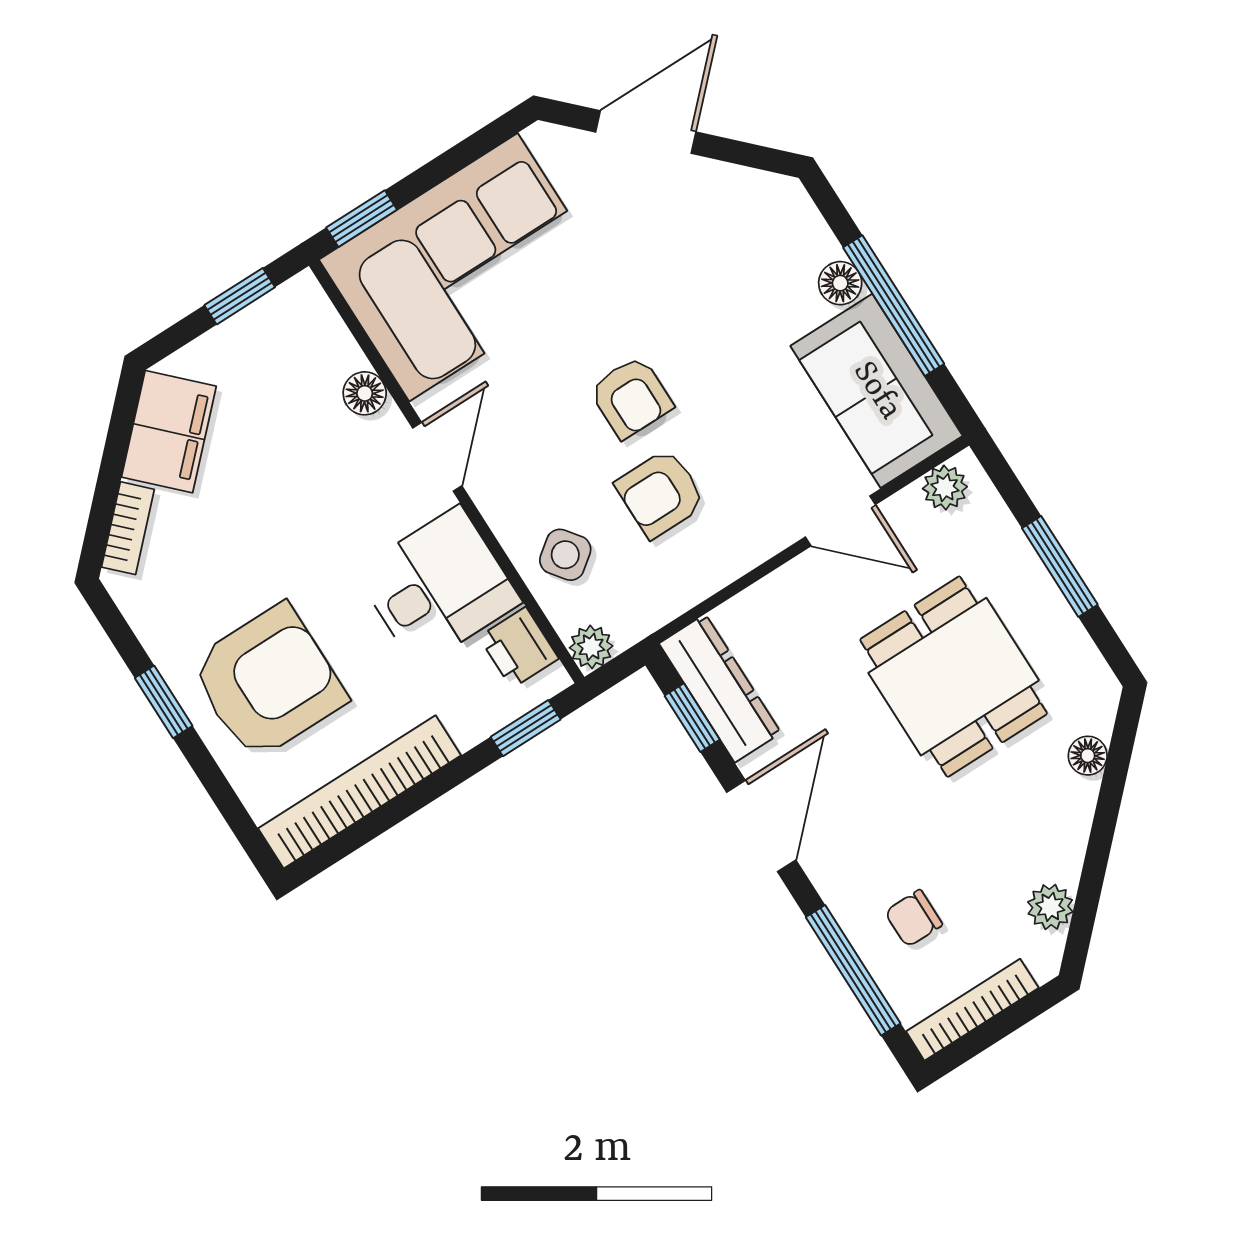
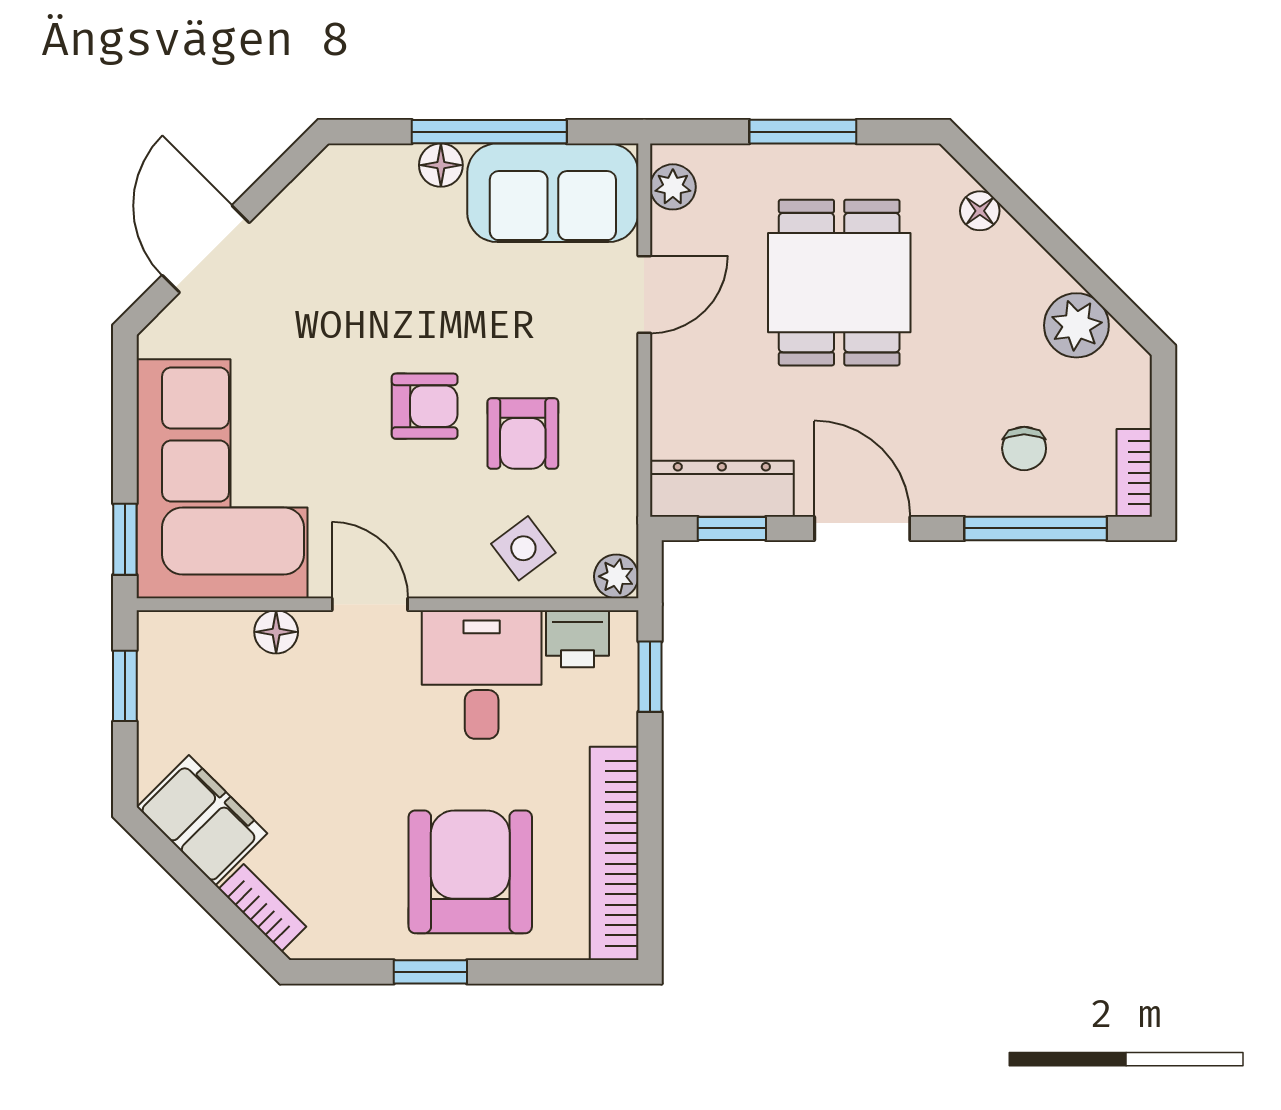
dining table: (954, 677) -> (839, 283), turned 90
plant: (1050, 907) -> (1076, 325), width x1.38, depth x1.38
bookcase: (972, 1010) -> (1134, 473), width x0.64

